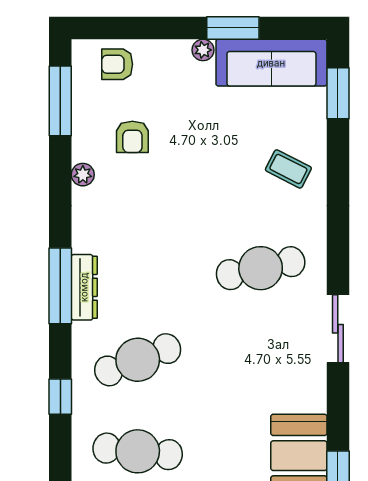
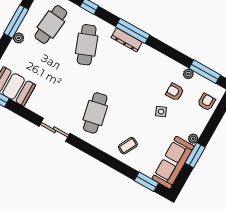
side table: (186, 142) -> (161, 112), added
plant: (83, 175) -> (188, 74), moved

